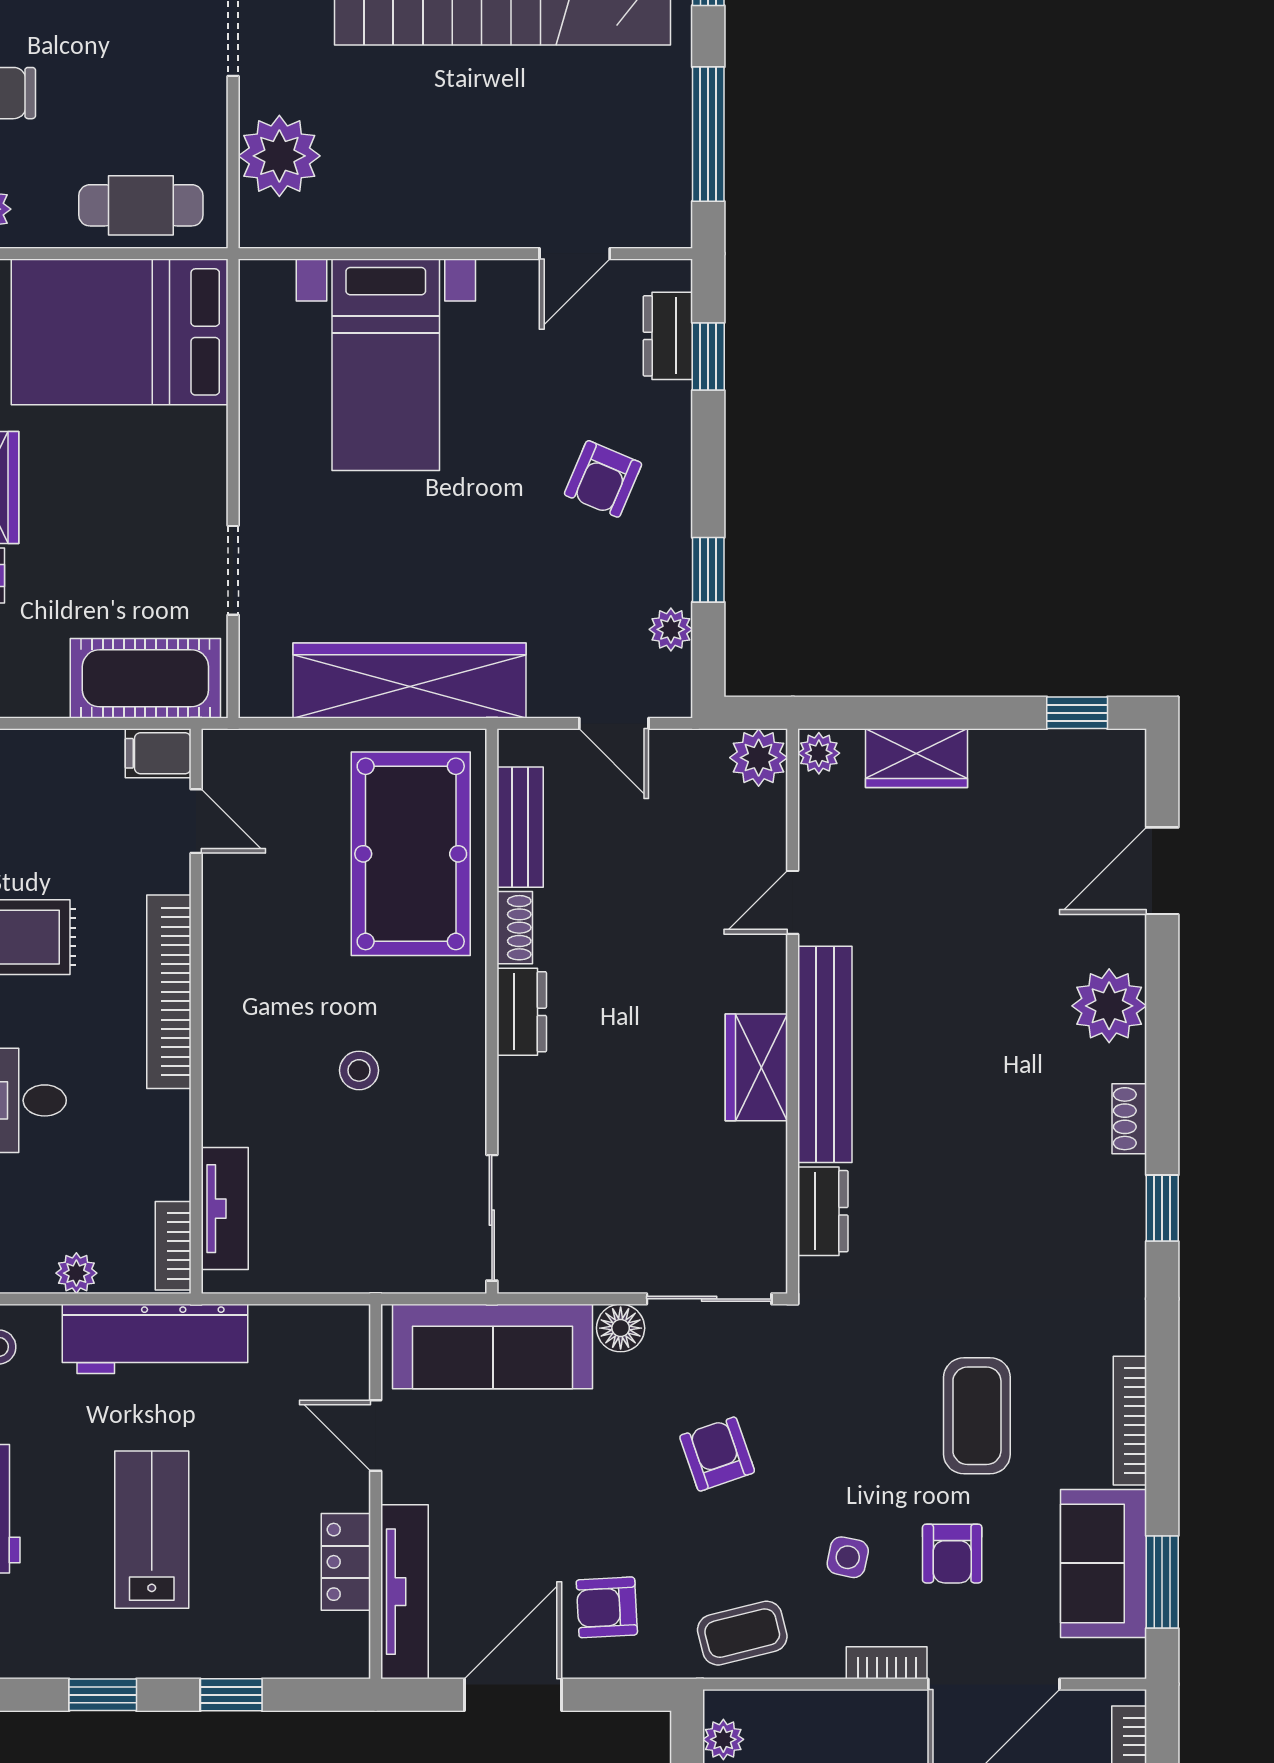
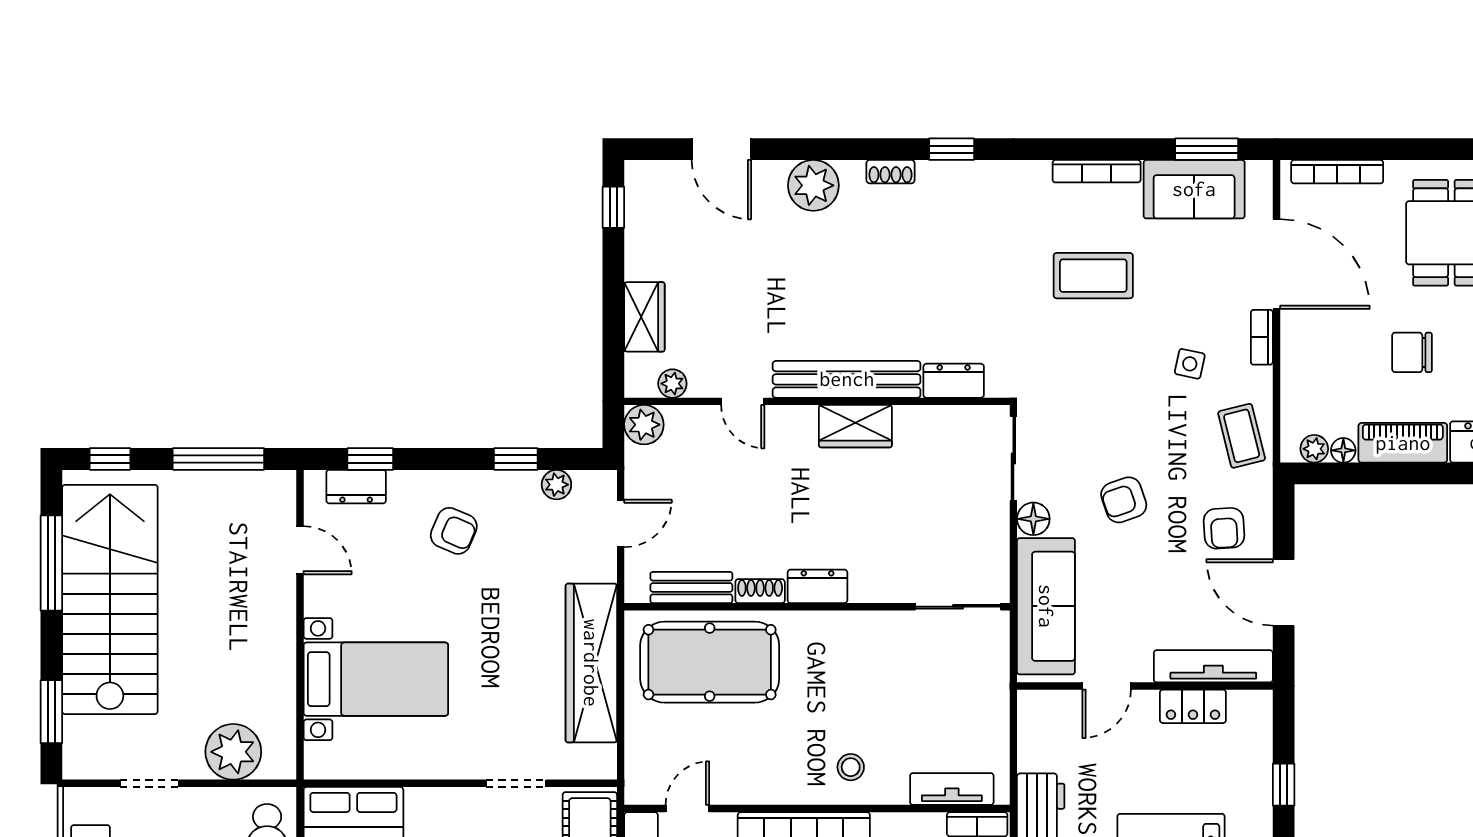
plant: (819, 753) -> (672, 384), moved
stool: (359, 1070) -> (851, 767), moved
armchair: (717, 1454) -> (1124, 500), moved
armchair: (952, 1554) -> (1187, 293), removed

